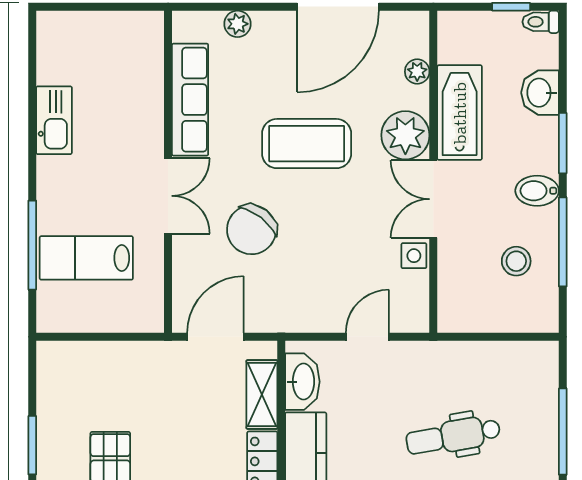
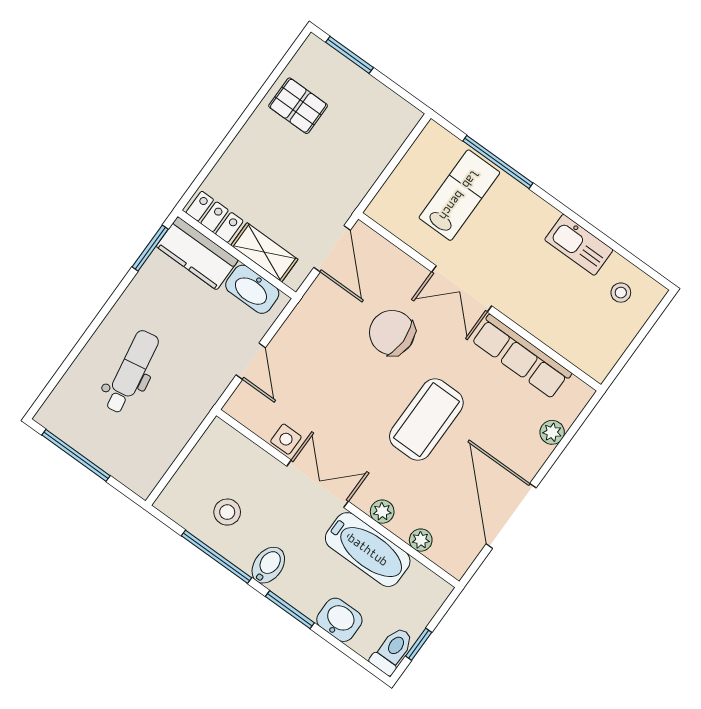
toilet: (541, 22) -> (392, 651), width x1.37, depth x1.39
stool: (70, 52) -> (621, 293), added
plant: (405, 135) -> (382, 512), width x0.53, depth x0.53
chair: (252, 230) -> (392, 333), turned -38

